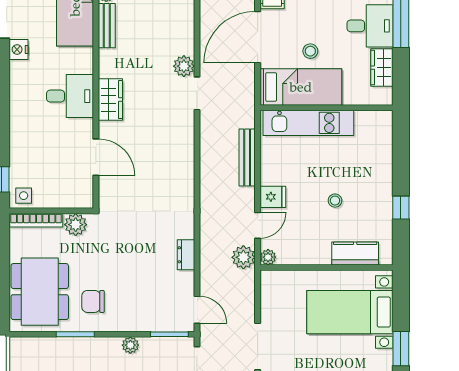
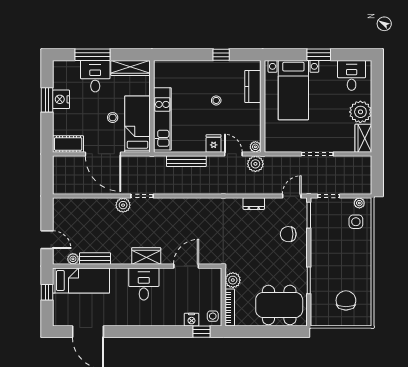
nightstand: (19, 49) -> (191, 320), moved
wardrobe: (382, 68) -> (131, 68), width x1.50
chair: (93, 301) -> (288, 234), moved, turned 90
plant: (130, 345) -> (316, 242), removed

